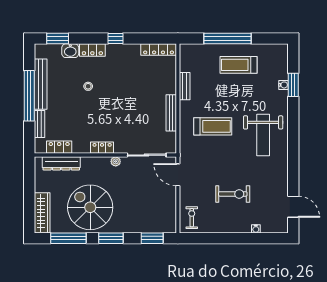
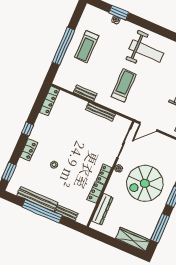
washbasin: (70, 51) -> (22, 166), removed
locker: (59, 147) -> (96, 192), moved
spiral stairs: (90, 207) -> (145, 183), moved

